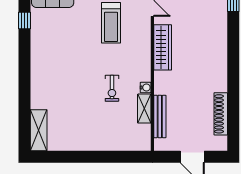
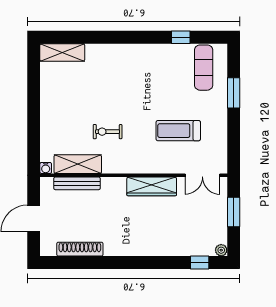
water cooler: (146, 87) -> (46, 168), moved
shelving: (144, 109) -> (78, 164), width x1.50, depth x1.33

